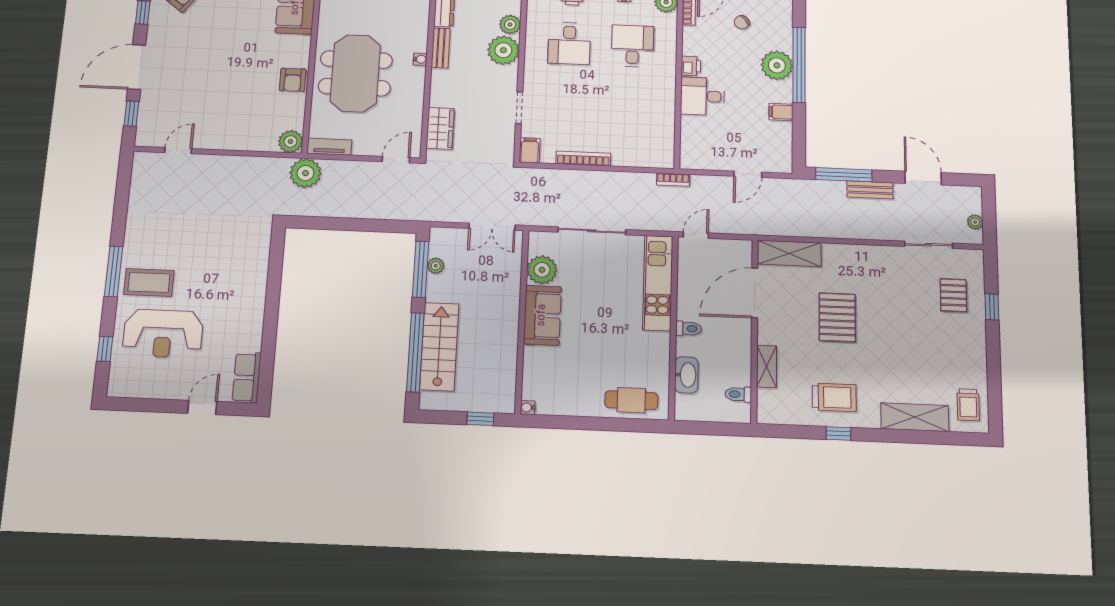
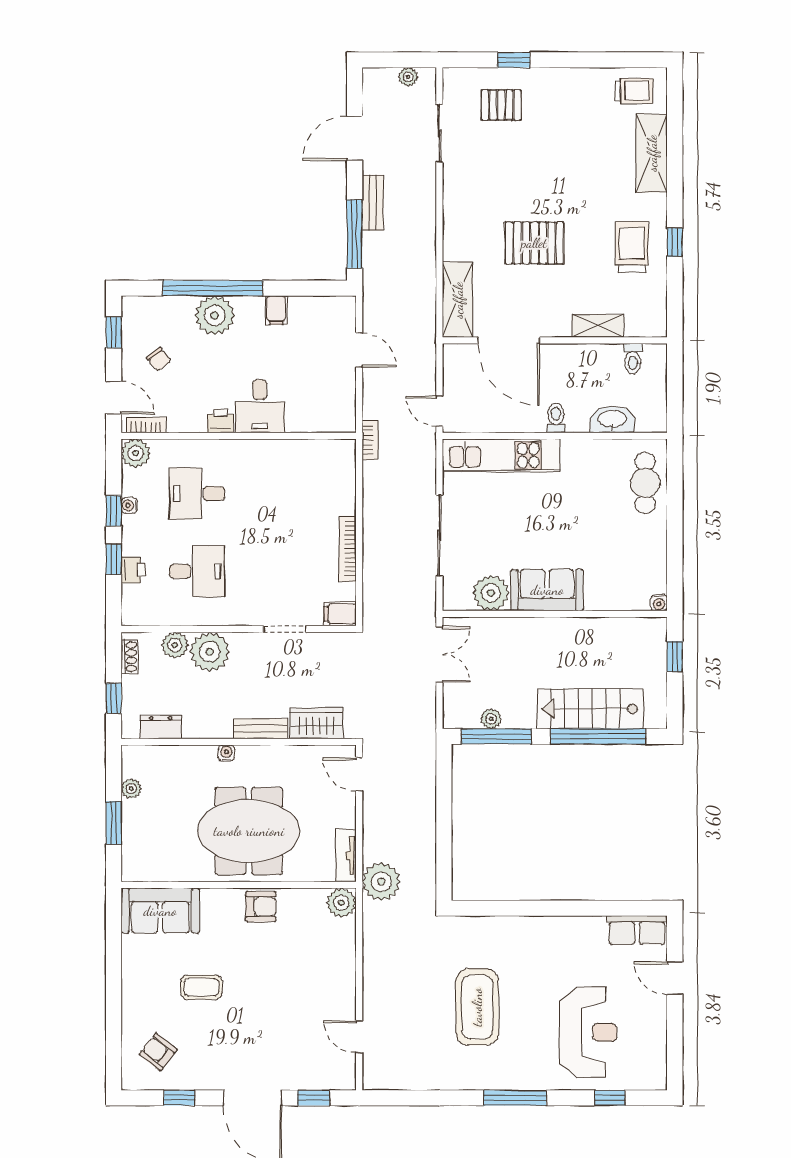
coffee table: (231, 33) -> (201, 987), added
bench: (441, 48) -> (261, 729), moved
coffee table: (149, 282) -> (477, 1007), moved, width x1.36, depth x1.32

